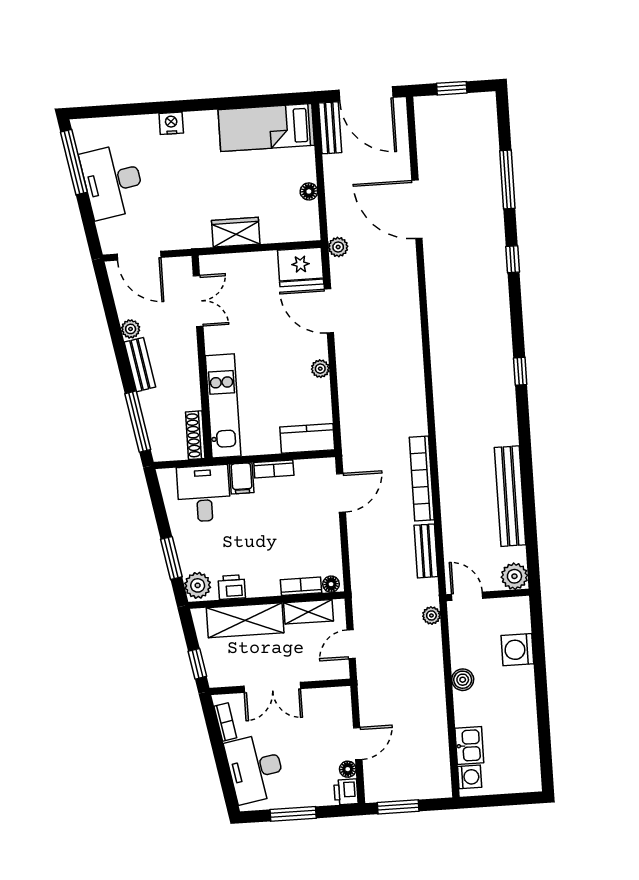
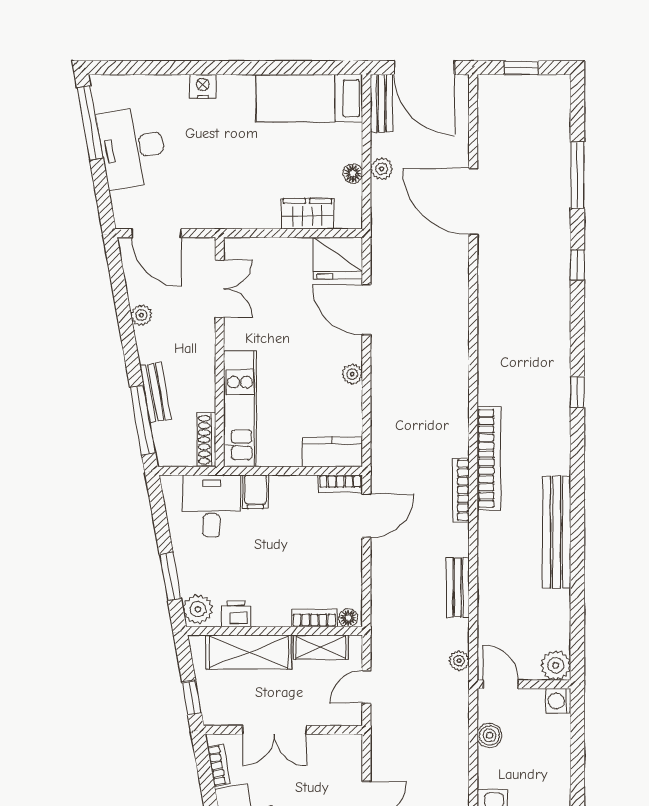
wardrobe: (236, 232) -> (307, 214), moved
plant: (338, 247) -> (382, 169), moved
bench: (140, 365) -> (156, 392), moved
bookcase: (446, 435) -> (489, 458), added
bookcase: (274, 469) -> (340, 484), moved
bookcase: (422, 479) -> (461, 490), width x0.68, depth x0.76
plant: (514, 576) -> (556, 665), moved
wall: (488, 595) -> (524, 684), moved
door: (467, 596) -> (501, 684), moved
washing machine: (517, 650) -> (558, 701), width x0.73, depth x0.73

